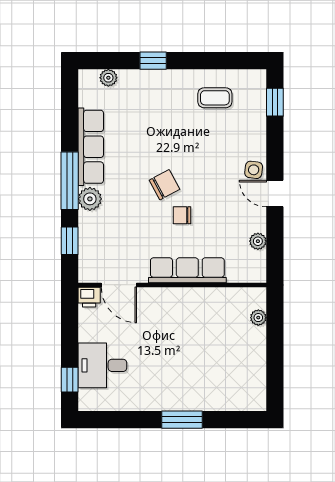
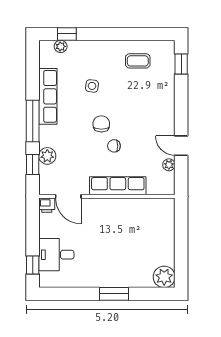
window: (153, 61) -> (67, 34), moved
side table: (254, 170) -> (92, 86), moved
chair: (164, 185) -> (101, 124), turned -62
door: (275, 194) -> (181, 146), moved
plant: (90, 199) -> (47, 156), moved
plant: (258, 318) -> (164, 277), moved, width x1.87, depth x1.87

